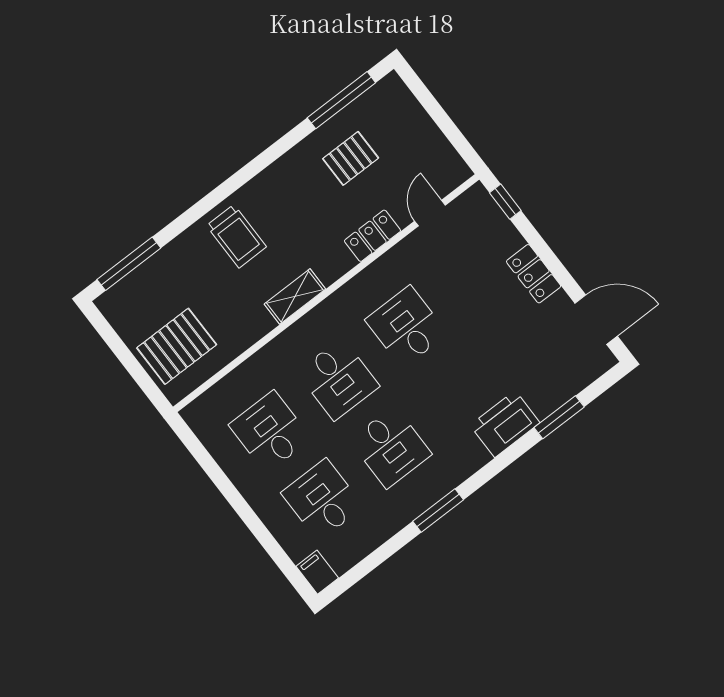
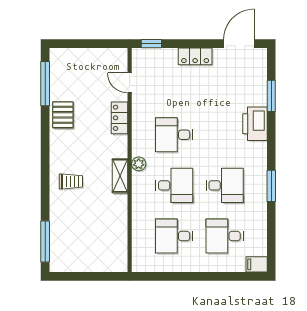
pallet: (351, 158) -> (63, 115), moved
trolley: (236, 236) -> (71, 181), width x0.73, depth x0.72
plant: (330, 309) -> (139, 164), added
pallet: (177, 346) -> (101, 249), removed

